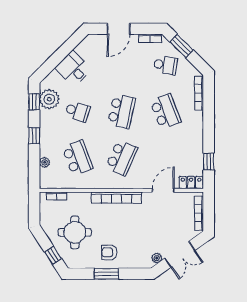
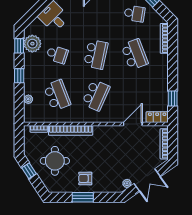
bookcase: (116, 198) -> (71, 130), moved
window: (53, 255) -> (29, 171), moved

